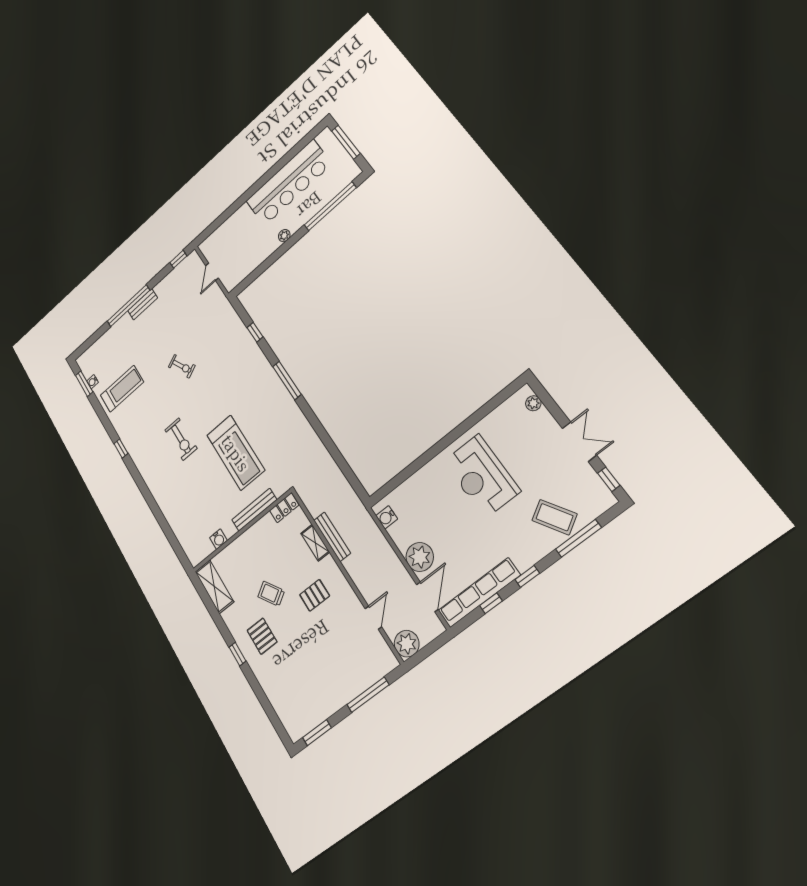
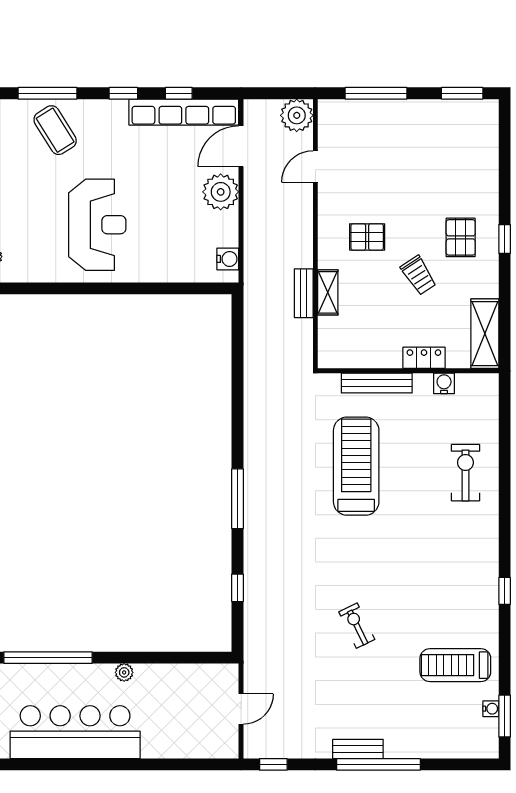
exercise bike: (181, 439) -> (465, 473), moved
locker: (284, 508) -> (424, 358), moved
bench: (332, 537) -> (304, 293), width x0.73

